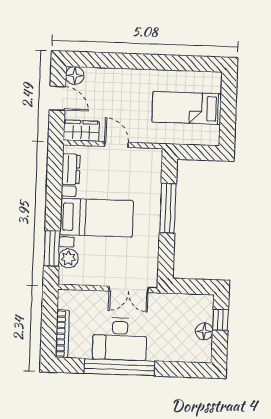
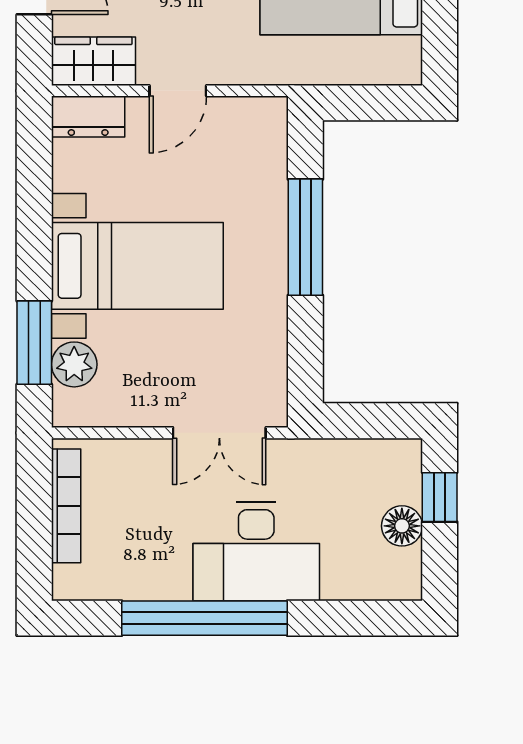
door: (116, 144) -> (178, 91), swing flipped
dresser: (71, 169) -> (88, 116), moved, turned 90
bookcase: (62, 334) -> (66, 506), moved
desk: (120, 339) -> (256, 551), moved

